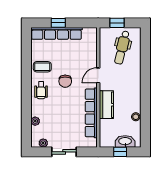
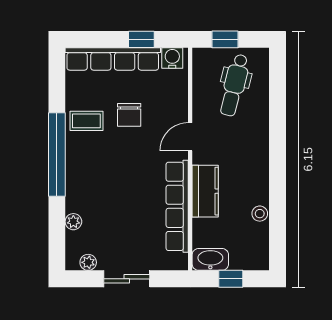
window: (58, 23) -> (141, 39), moved
water cooler: (89, 33) -> (172, 58), added
chair: (65, 81) -> (129, 115), moved
window: (26, 85) -> (57, 154), added
wheelchair: (41, 90) -> (84, 164), removed
washbasin: (125, 141) -> (210, 259), moved

